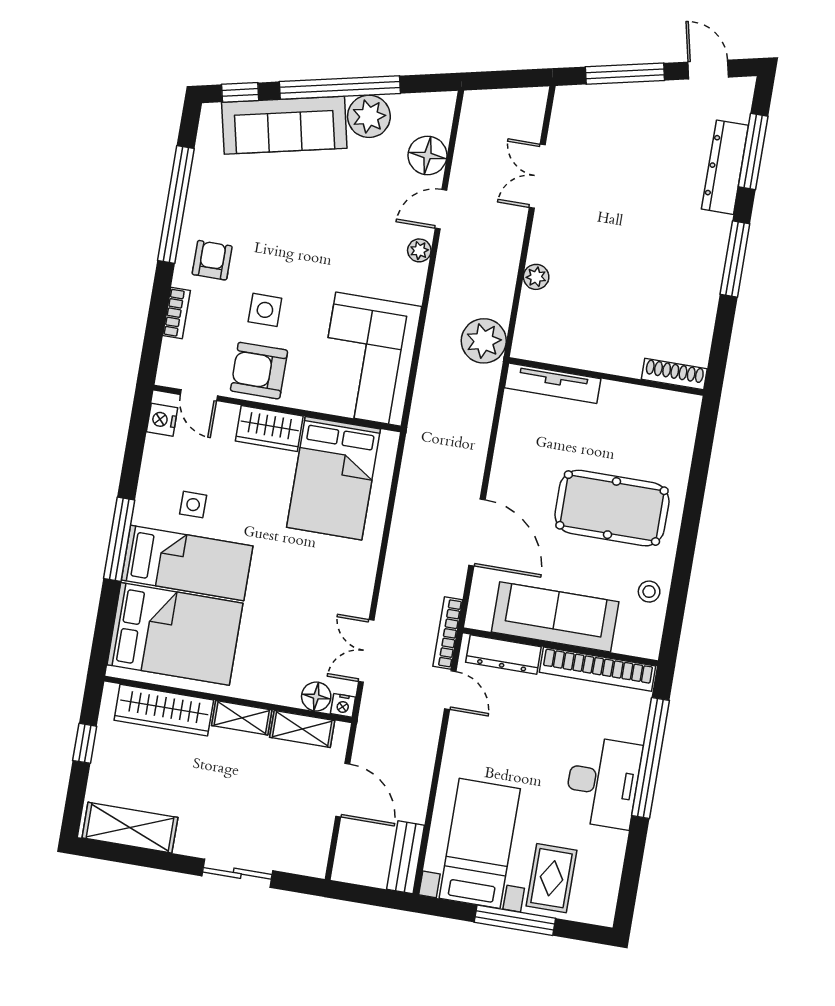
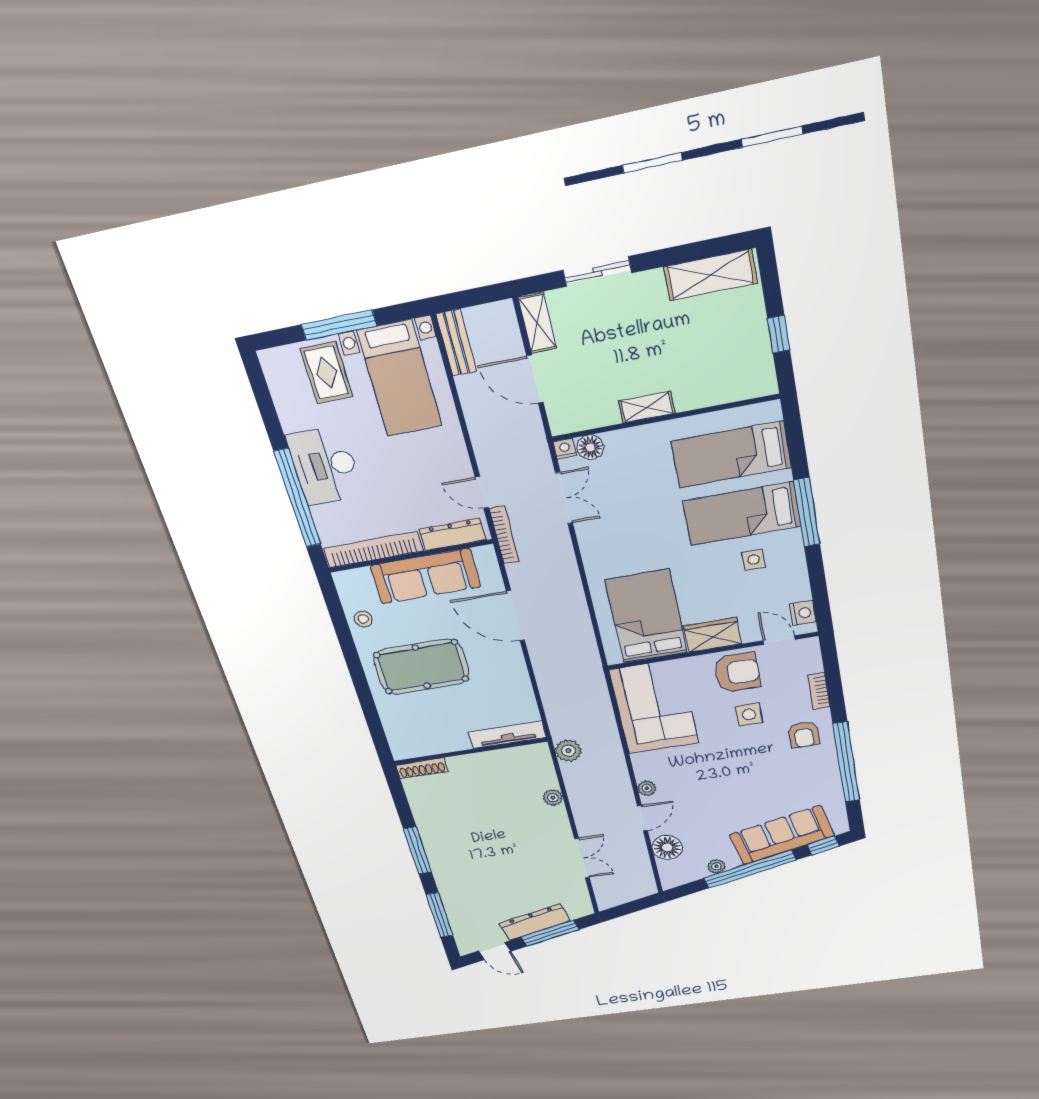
plant: (369, 116) -> (717, 866), width x0.53, depth x0.53
dresser: (725, 167) -> (535, 922), moved, turned -102
plant: (484, 341) -> (568, 751), width x0.73, depth x0.73
bed: (175, 634) -> (731, 455), width x0.67
wardrobe: (164, 710) -> (718, 389), removed
shelving: (302, 729) -> (537, 323), moved, turned 90

